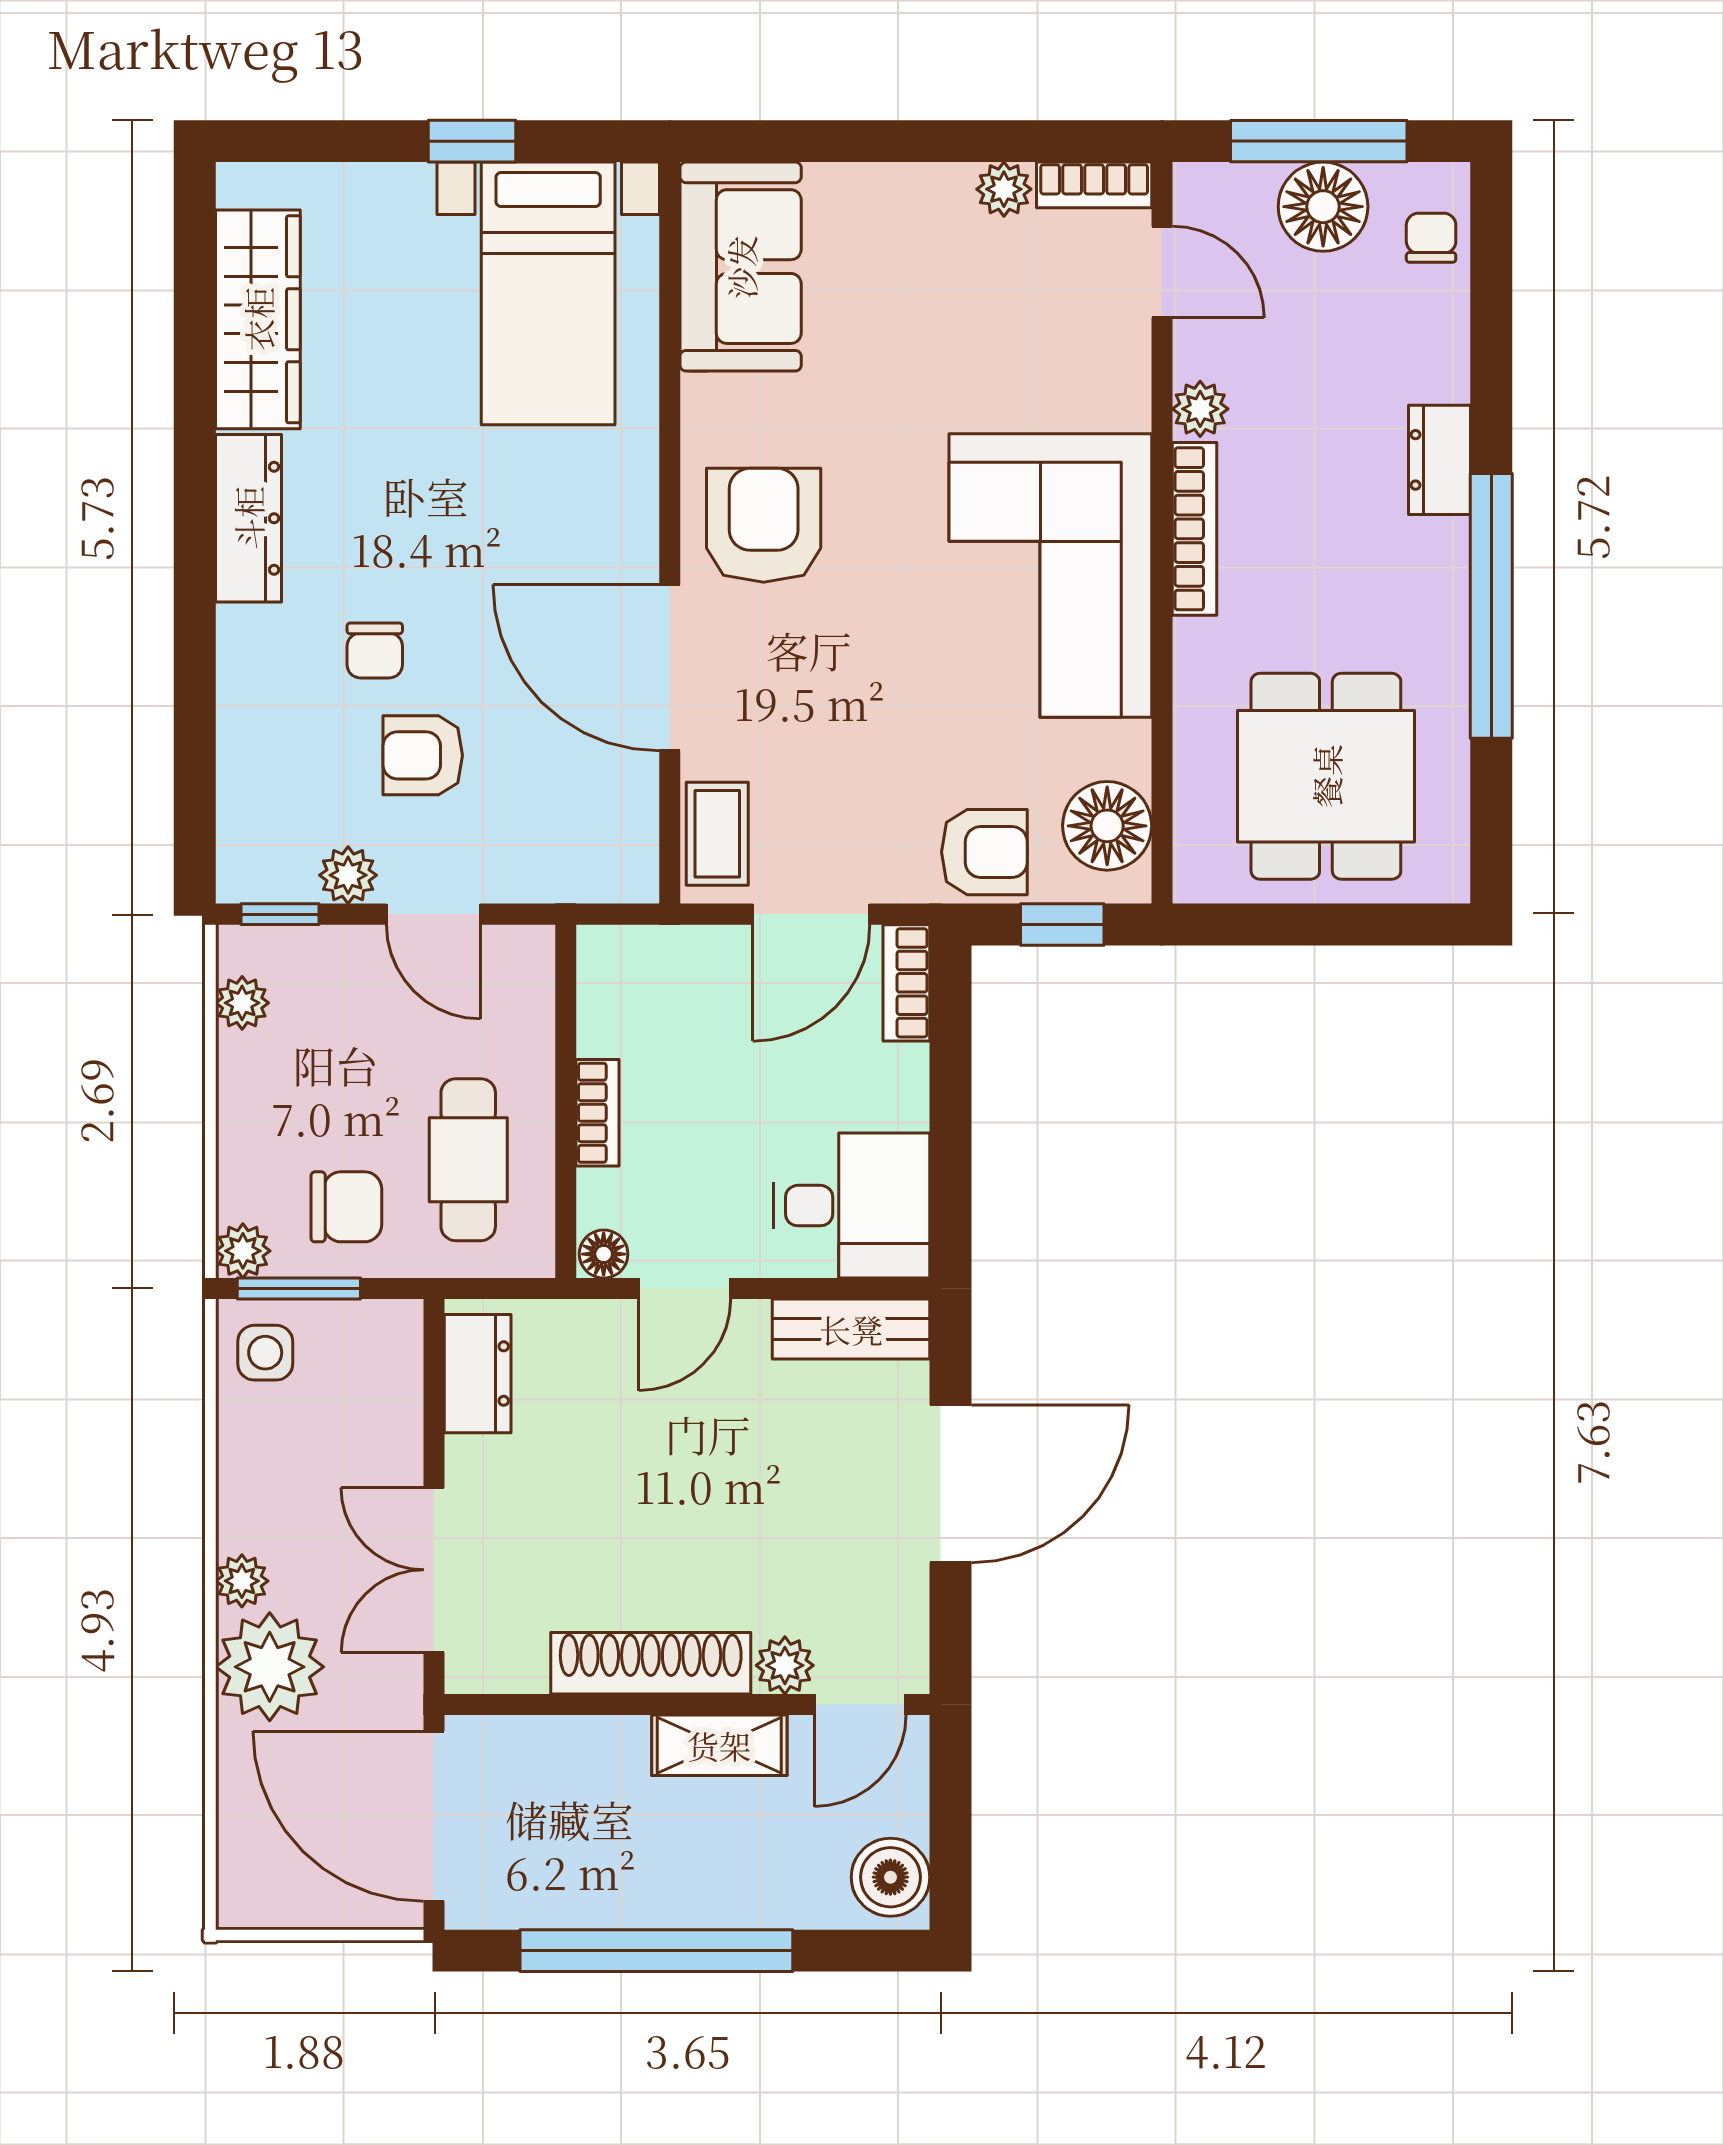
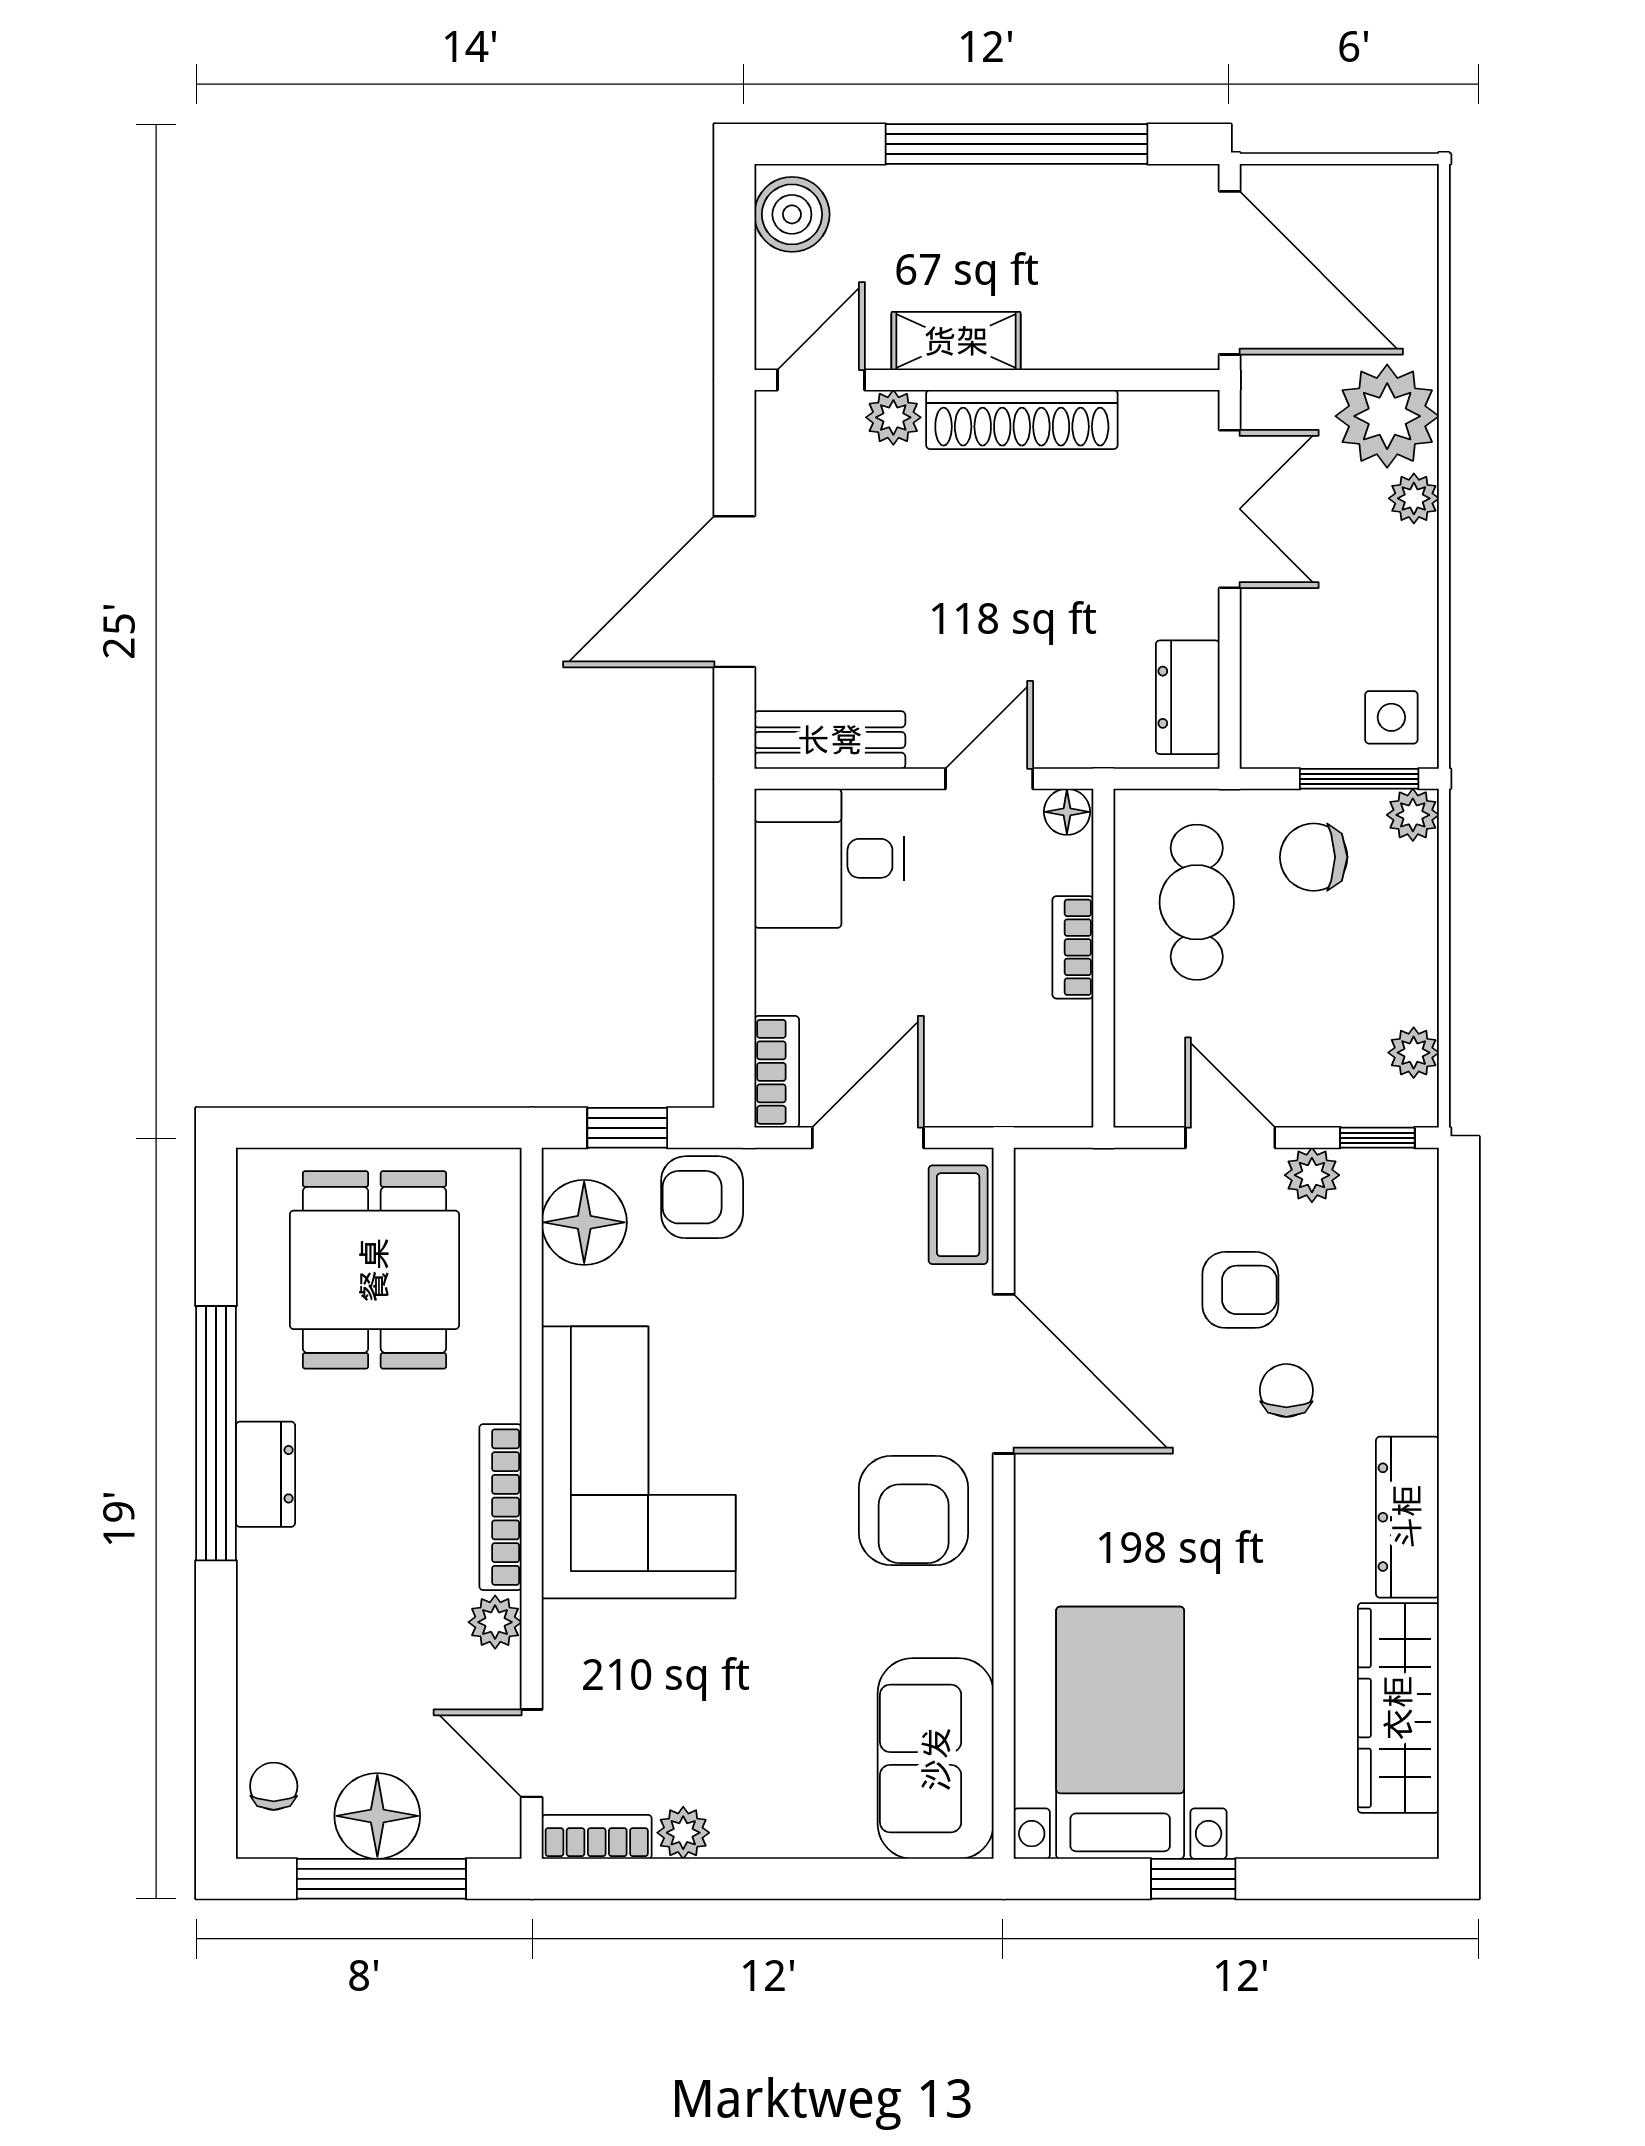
chair: (1431, 238) -> (274, 1786), turned 180
dresser: (1440, 460) -> (266, 1474), moved

